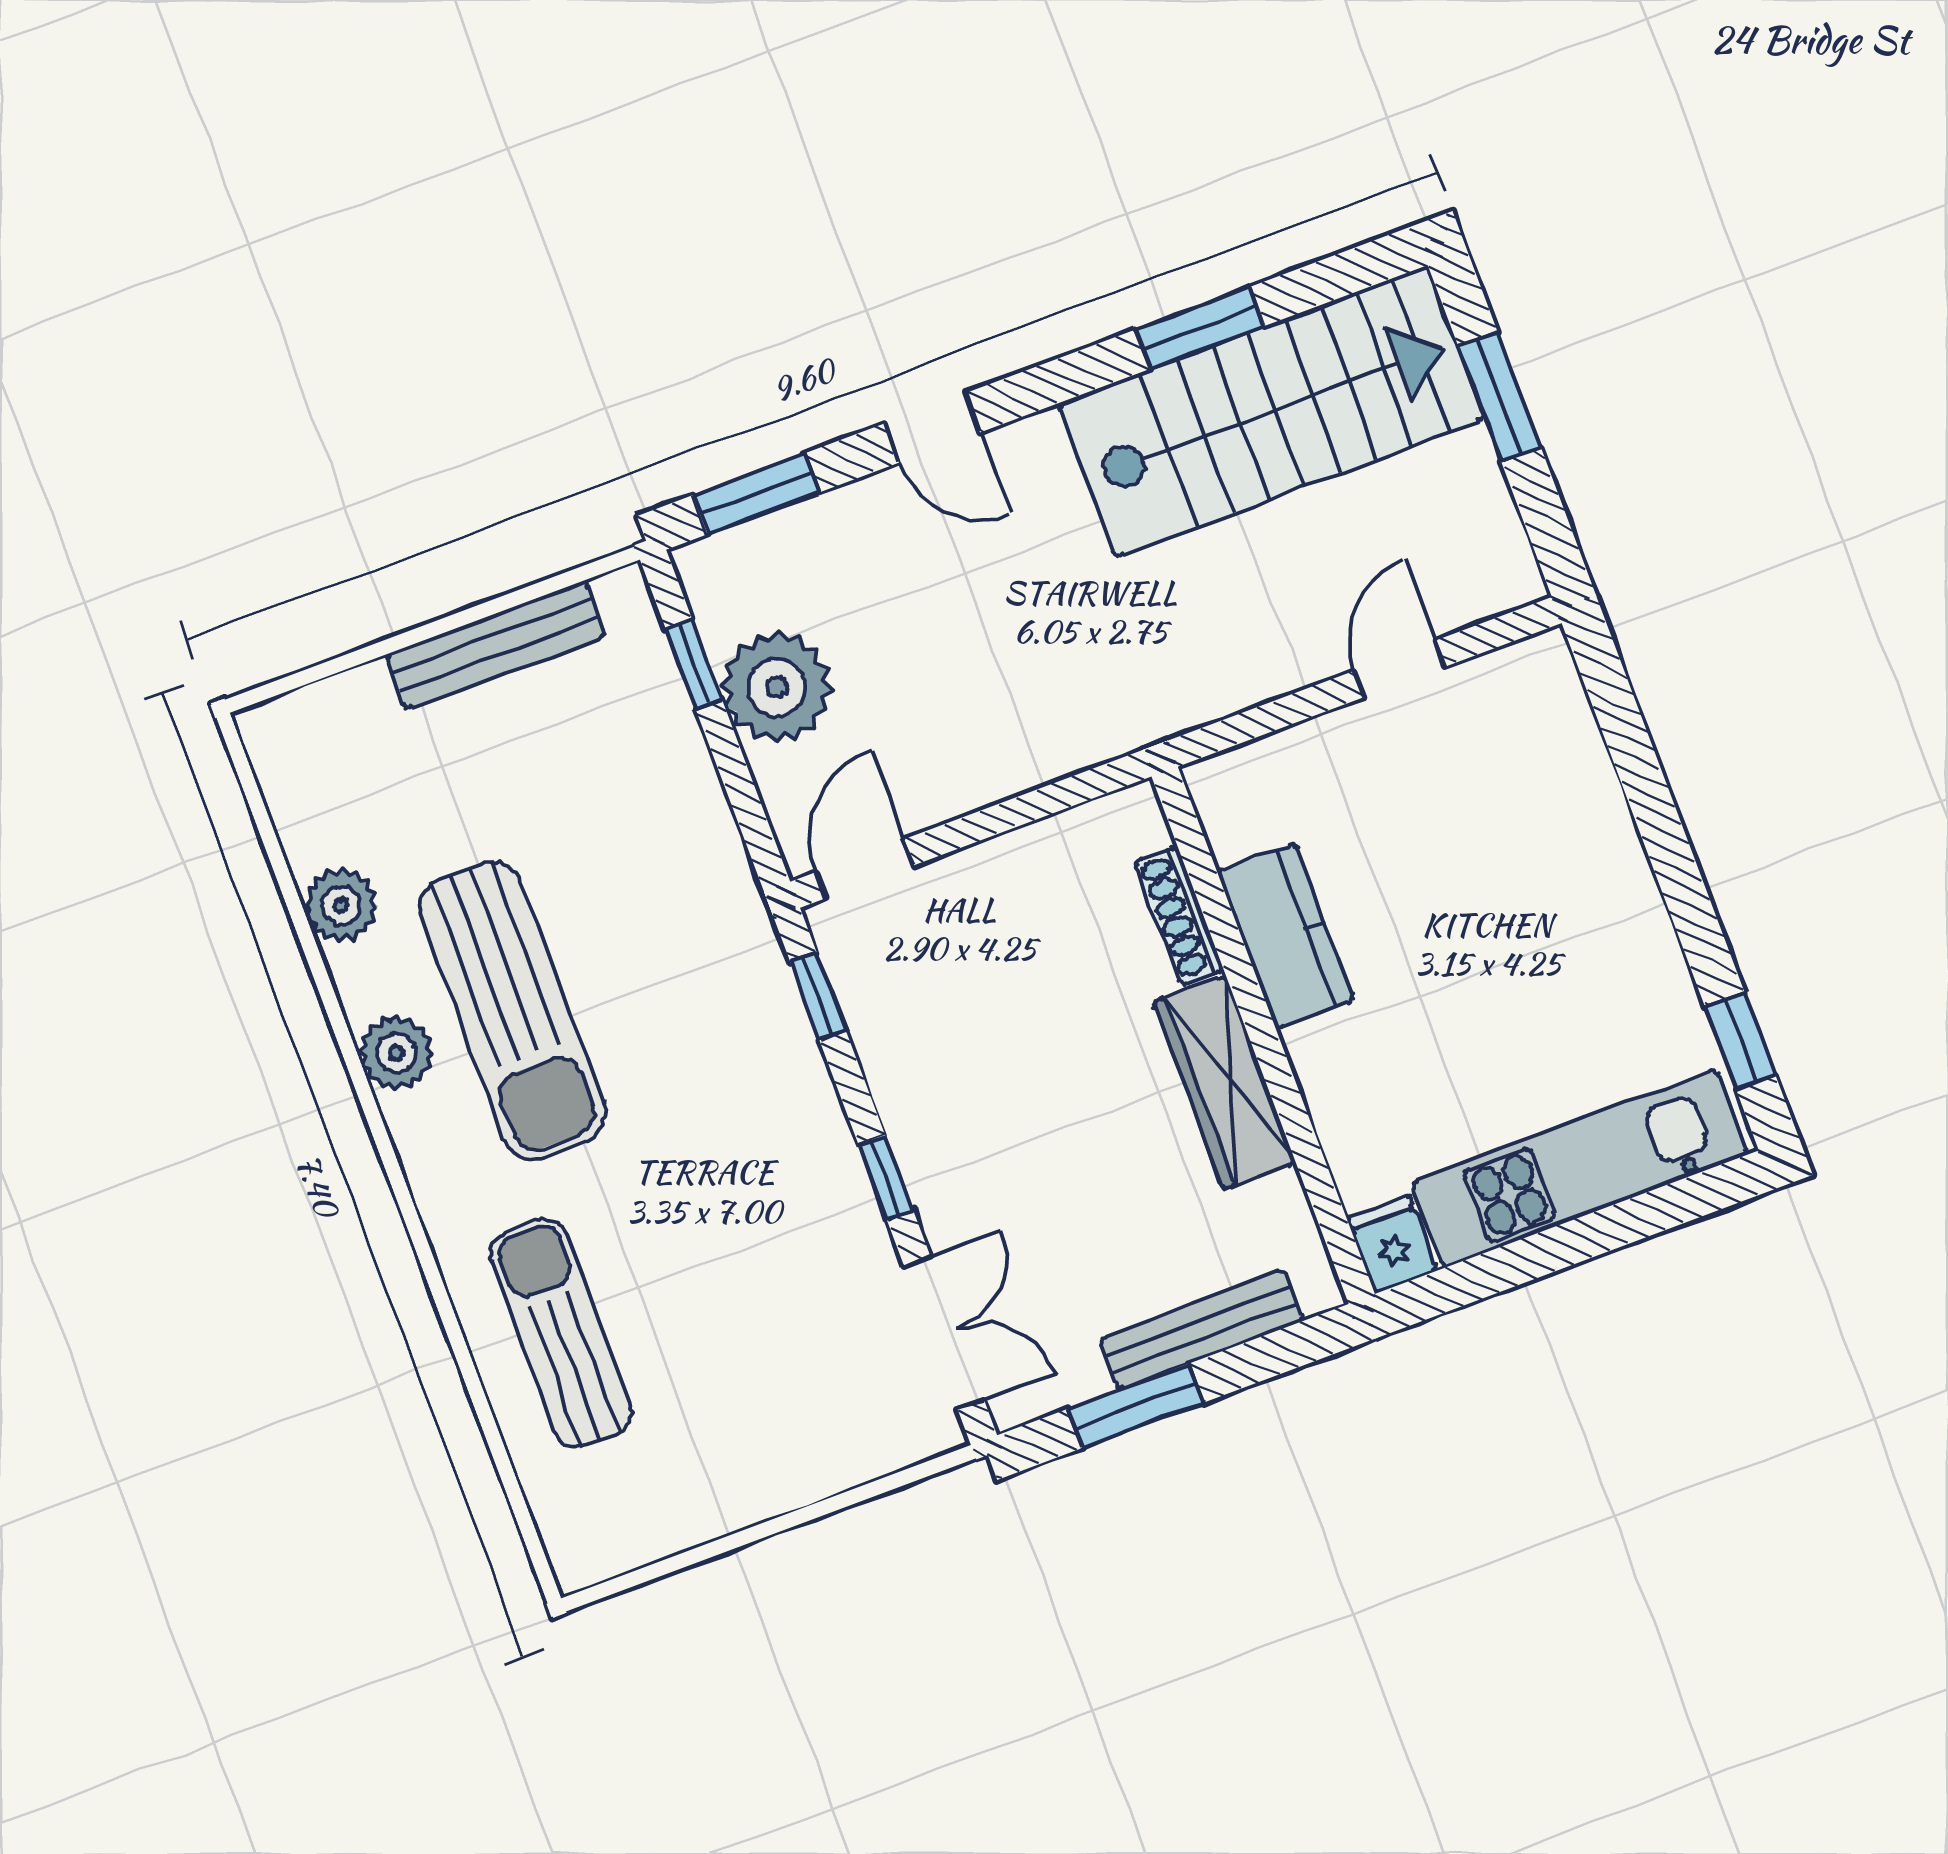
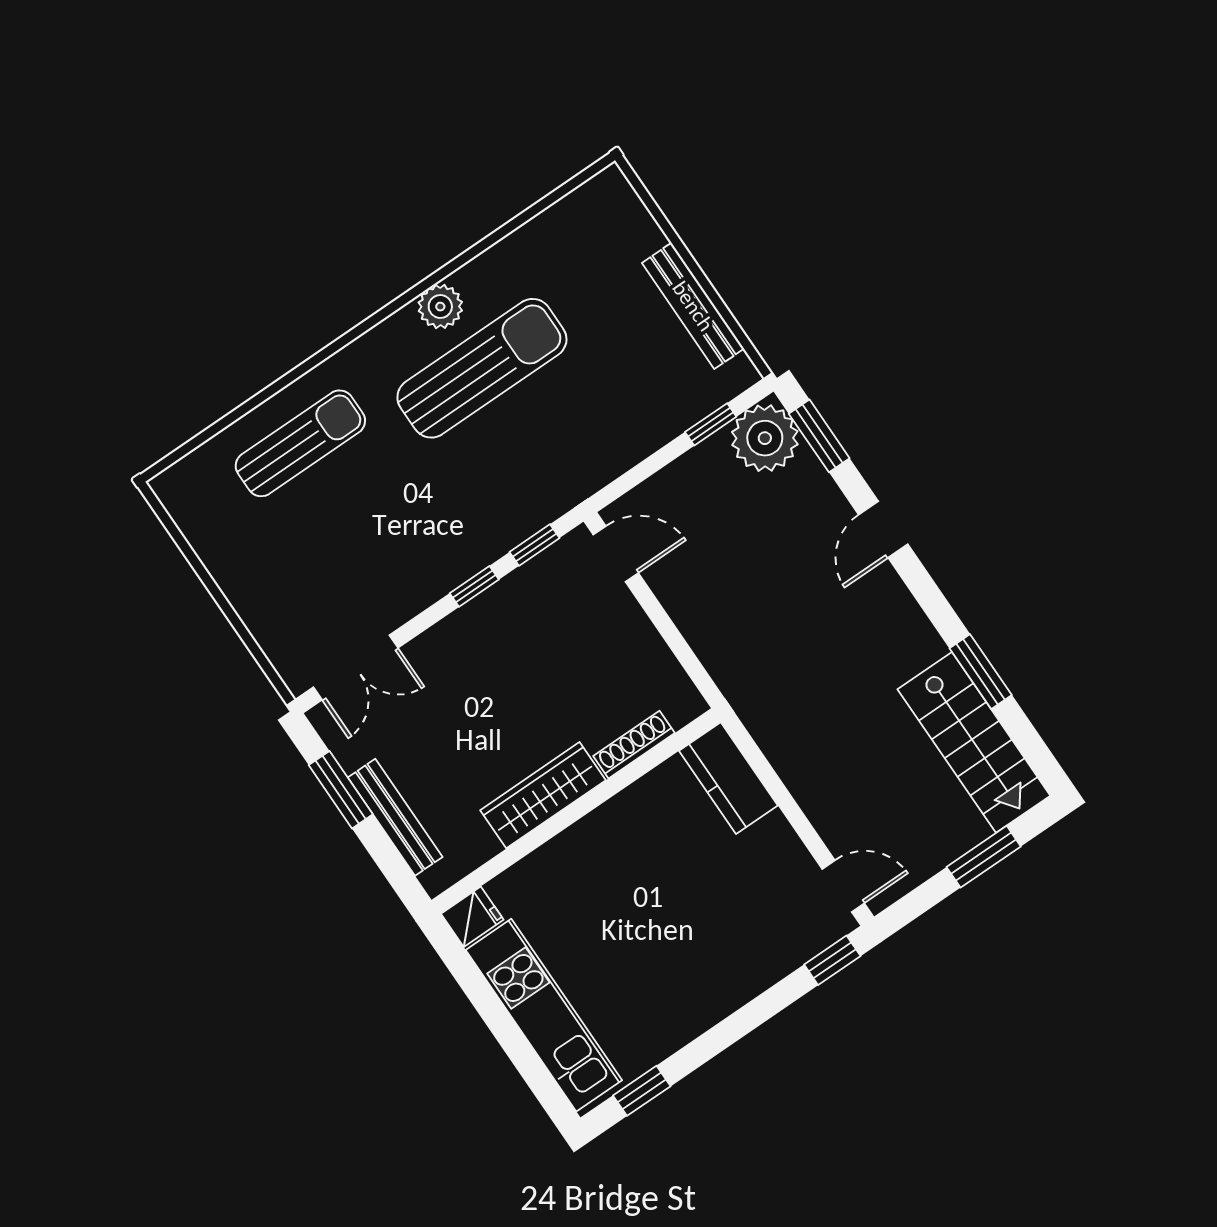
stairs: (1272, 411) -> (974, 742), width x0.73, depth x0.66
door: (1400, 669) -> (843, 886), moved
window: (1606, 682) -> (832, 960), added
plant: (777, 687) -> (765, 438), moved
plant: (341, 905) -> (519, 253), removed
kitchen counter: (1286, 936) -> (728, 778), moved, turned 90
sun lounger: (512, 1010) -> (482, 368), turned 180
window: (886, 1177) -> (474, 586), moved

